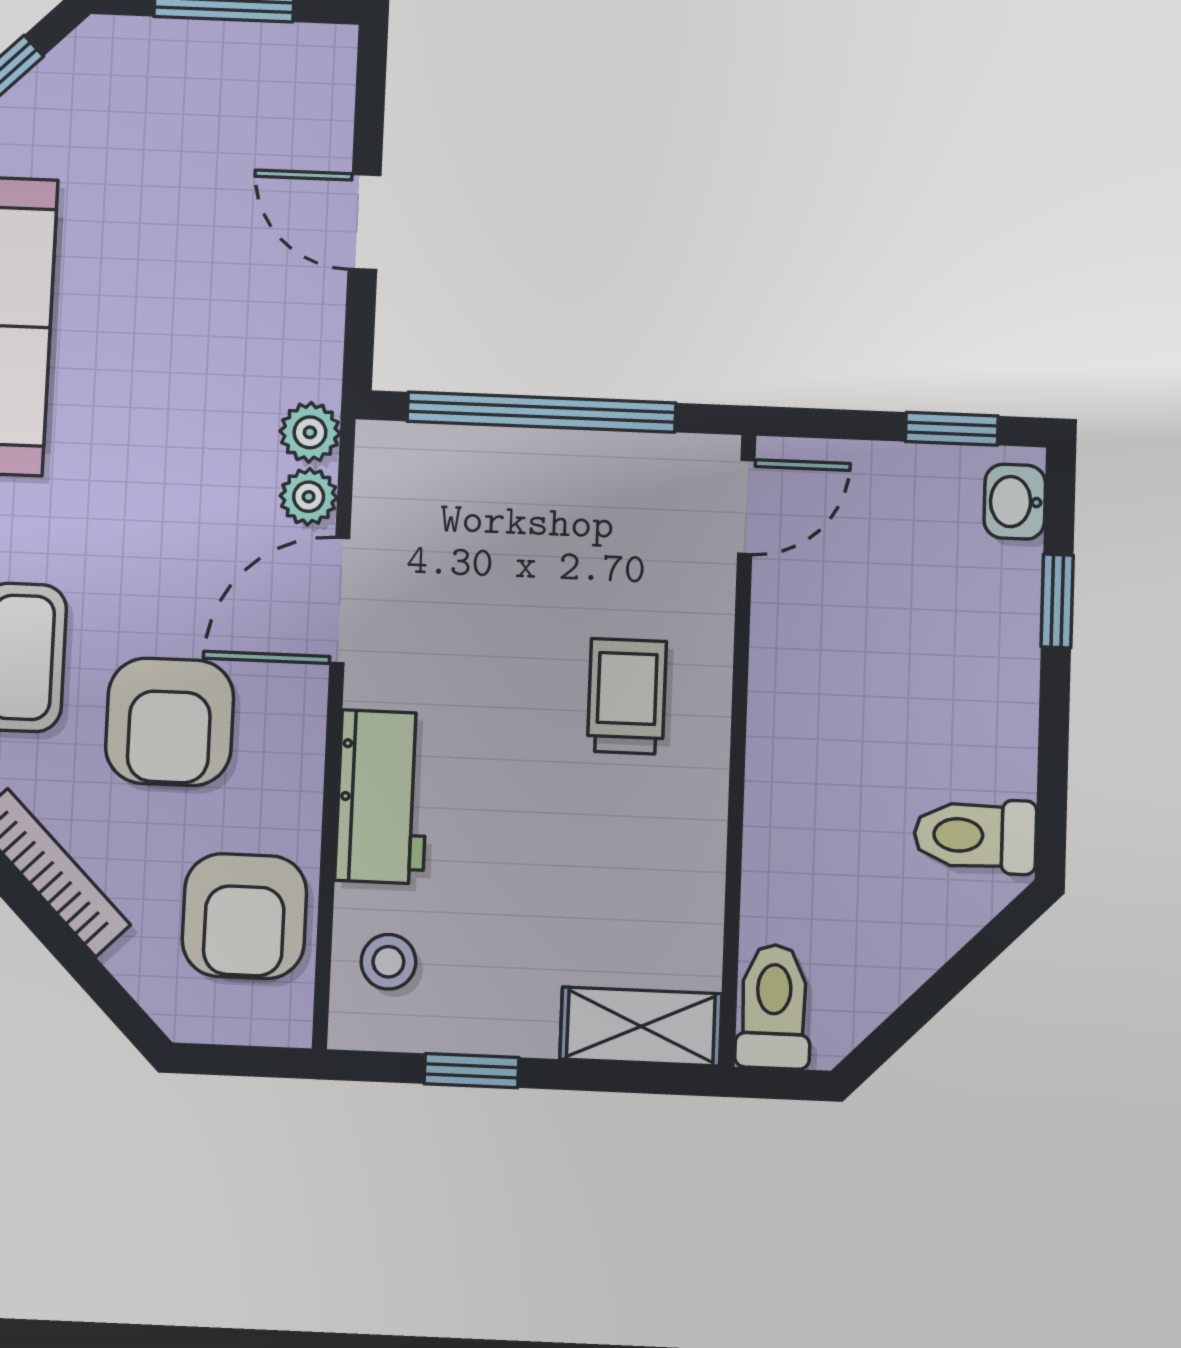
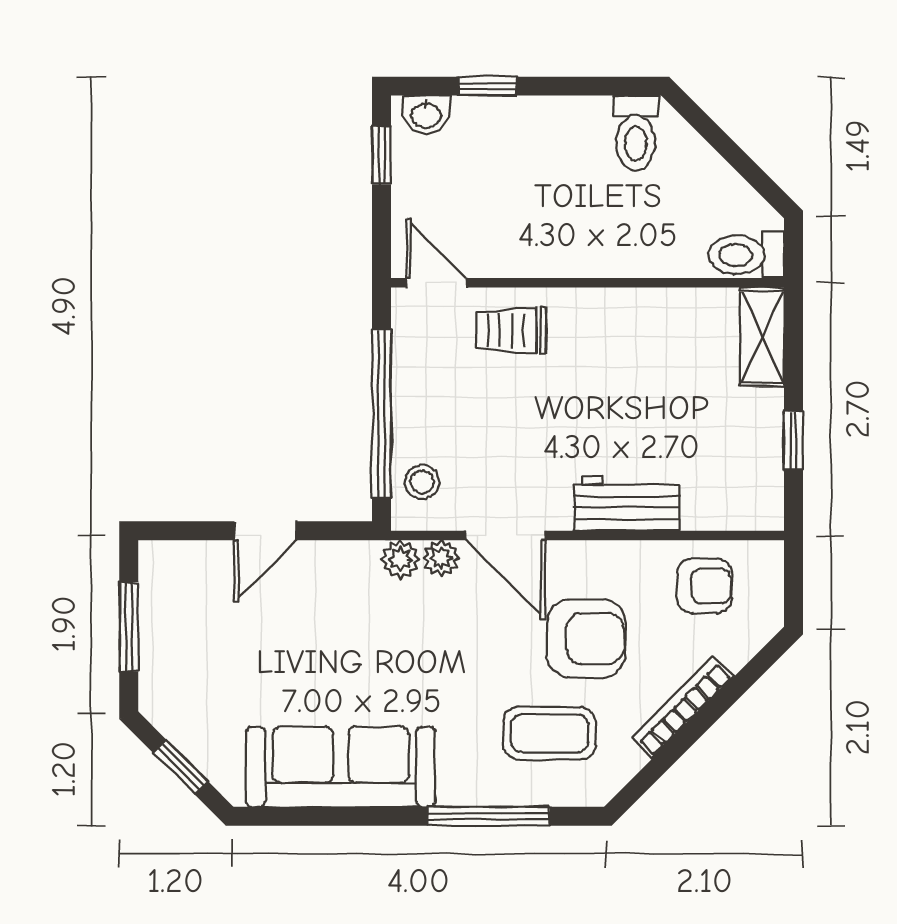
trolley: (627, 696) -> (511, 330), moved
armchair: (244, 916) -> (704, 586), width x0.72, depth x0.72
stool: (388, 962) -> (422, 482), moved

